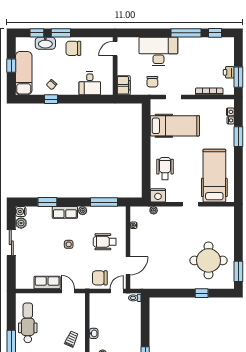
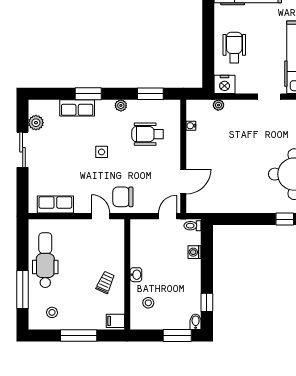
window: (47, 202) -> (88, 94), moved
window: (104, 202) -> (150, 94), width x0.69
water cooler: (21, 211) -> (36, 107), removed
row of seats: (65, 212) -> (77, 108), moved
wheelchair: (105, 242) -> (148, 134), moved
chair: (100, 278) -> (123, 197), moved
row of seats: (47, 283) -> (55, 205), moved
washing machine: (136, 317) -> (195, 252), added

